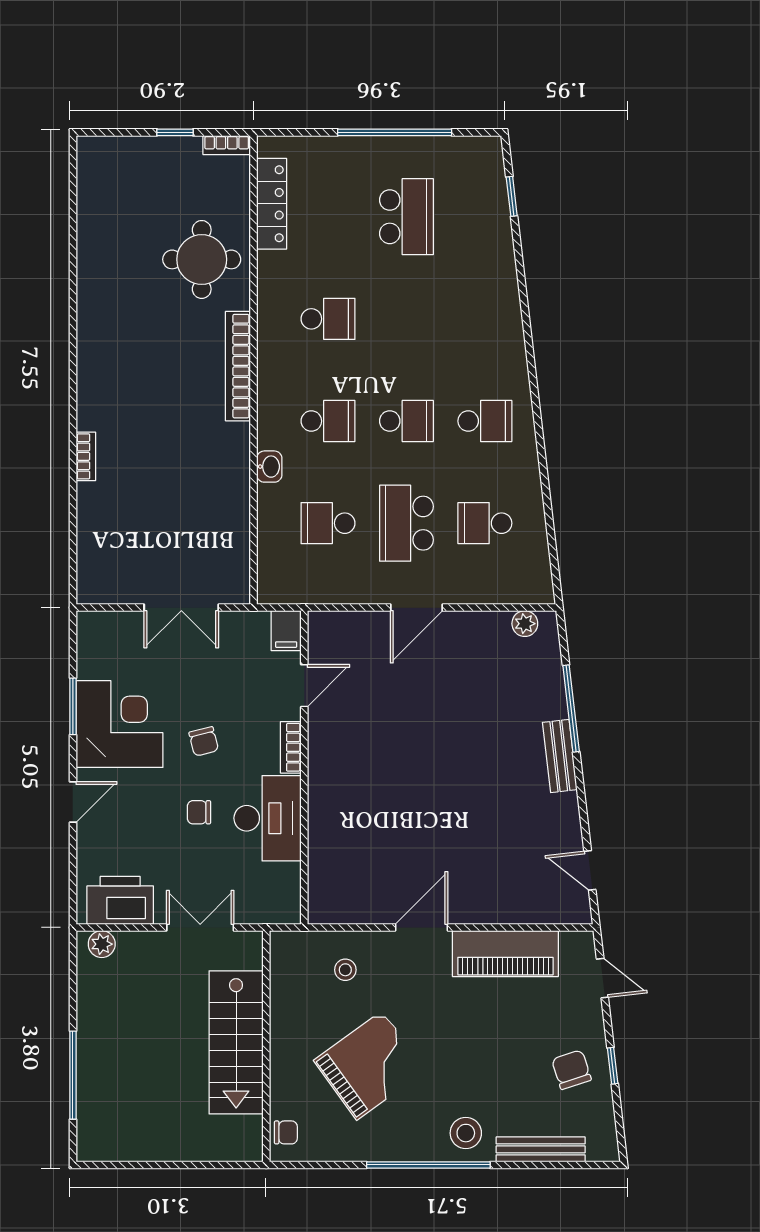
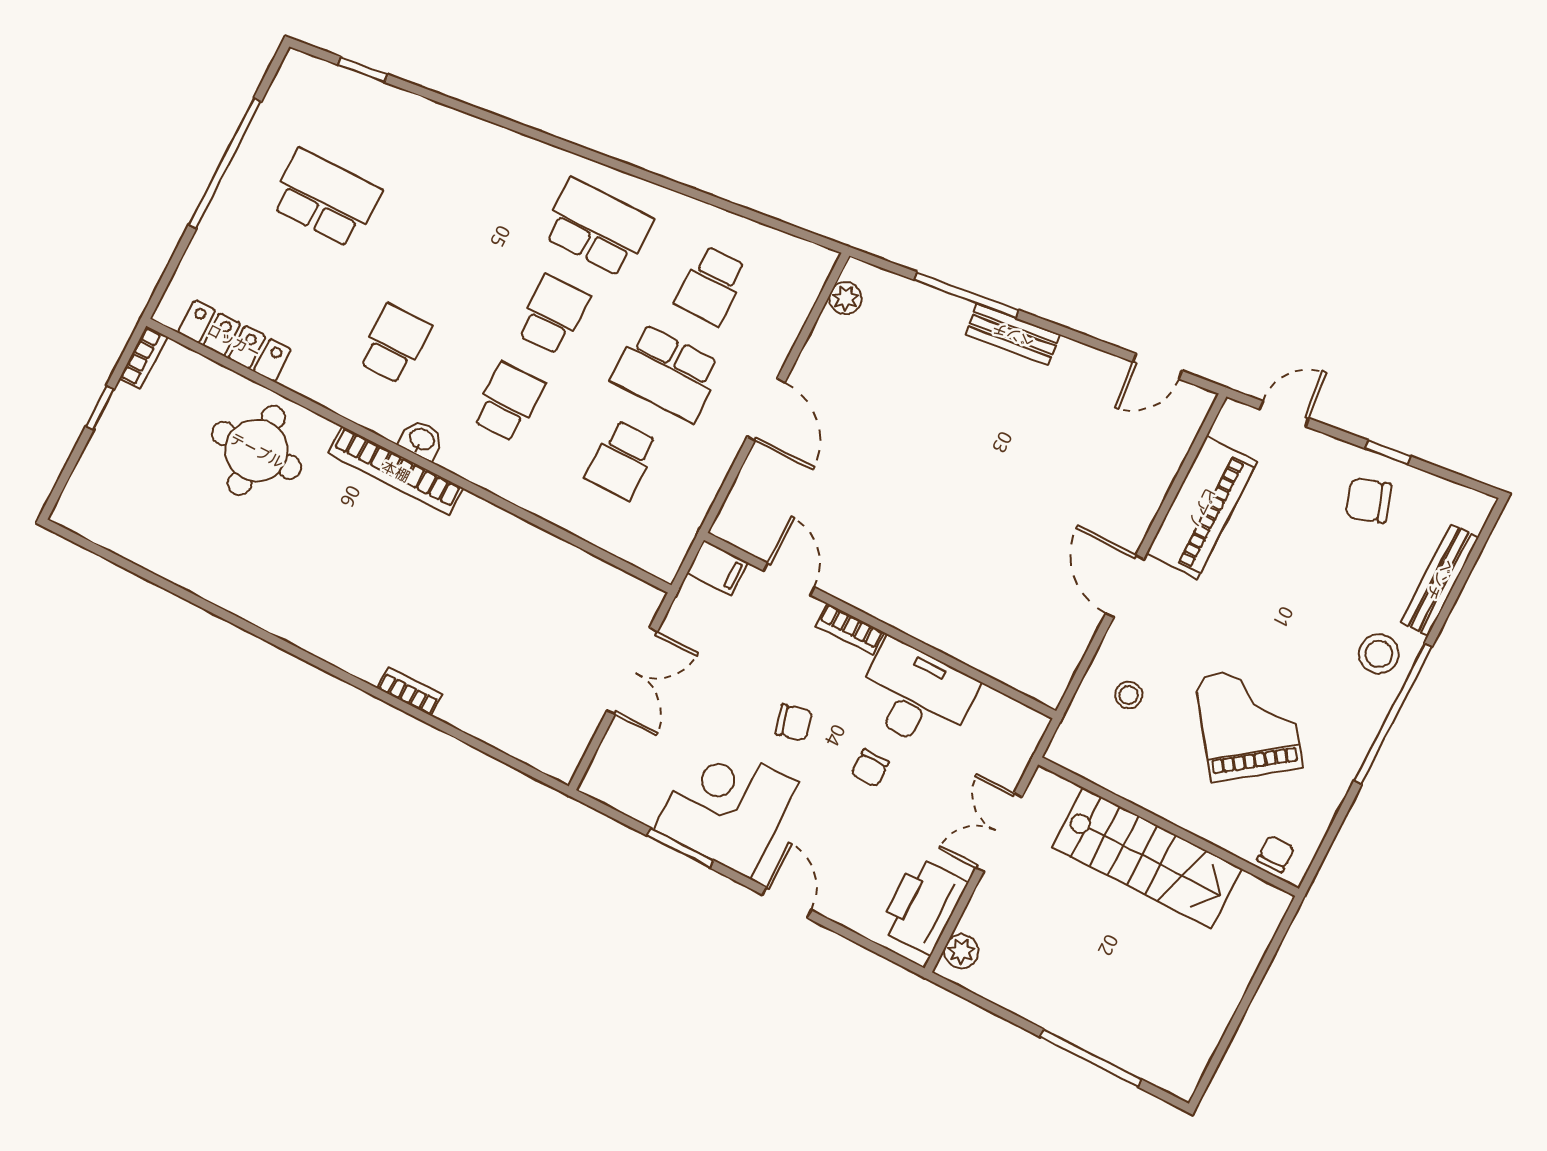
school desk: (485, 421) -> (597, 227), width x1.85
washbasin: (269, 467) -> (422, 440), moved

